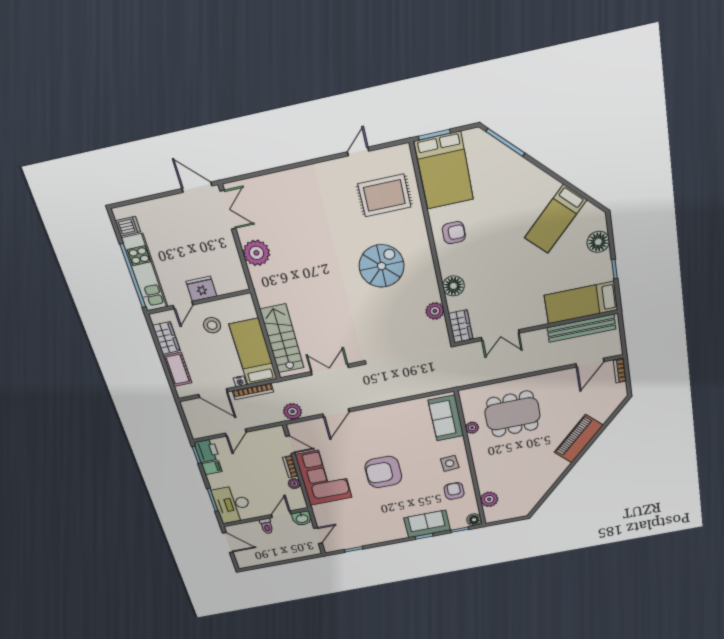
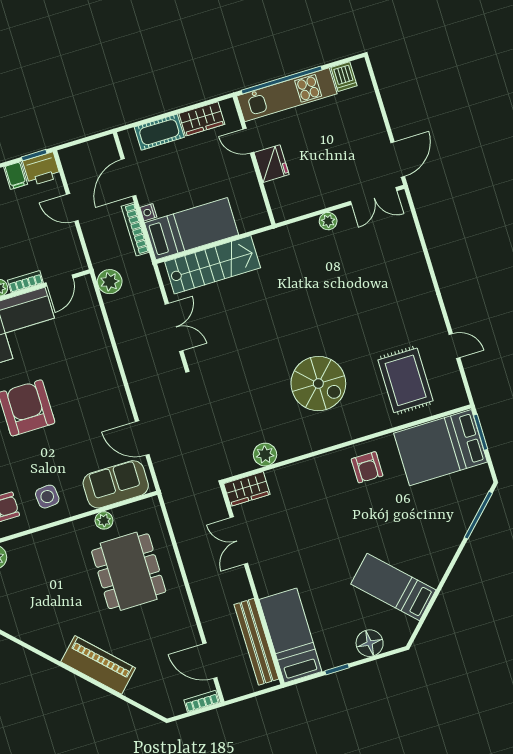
plant: (256, 253) -> (328, 221), width x0.53, depth x0.53
floor lamp: (453, 286) -> (300, 474), removed
stool: (212, 325) -> (224, 177), removed
door: (336, 413) -> (142, 438), moved

